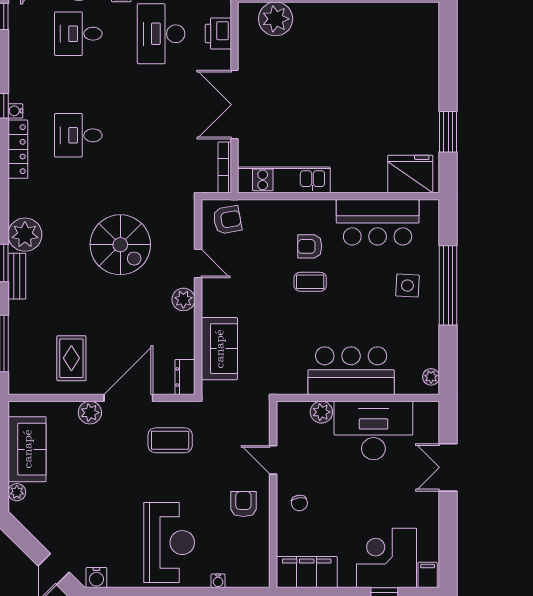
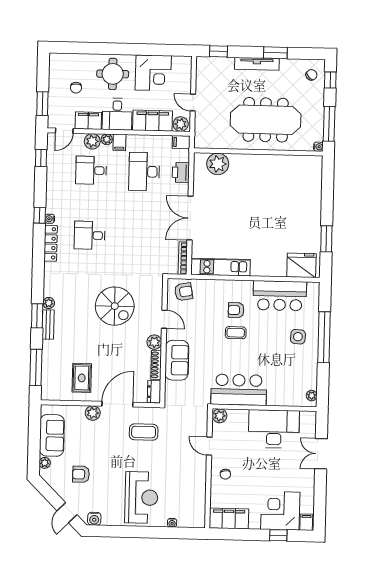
plant: (25, 235) -> (49, 303), width x0.53, depth x0.53
shoe rack: (187, 335) -> (156, 365), added
sofa: (219, 349) -> (177, 360), moved
bar counter: (351, 371) -> (239, 390), moved
plant: (321, 412) -> (220, 416), moved
armchair: (243, 504) -> (81, 474), moved, turned -90

